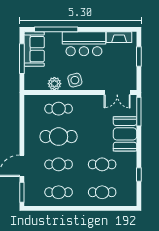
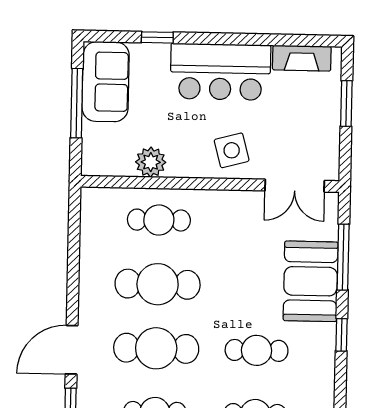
window: (56, 29) -> (157, 37), width x0.32
side table: (75, 80) -> (232, 150), moved
window: (139, 112) -> (343, 257), moved
cafe table: (59, 164) -> (156, 348), width x1.37, depth x1.35
window: (139, 175) -> (341, 335), moved

